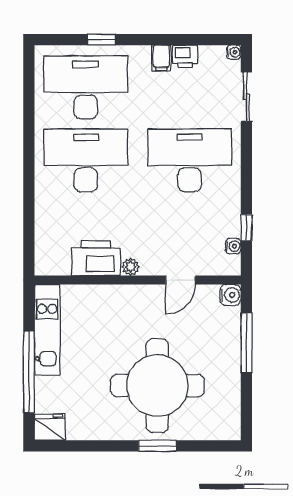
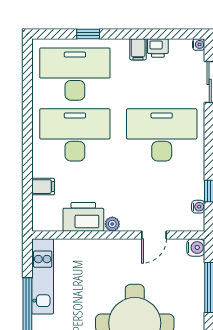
filing cabinet: (48, 222) -> (43, 187), added

